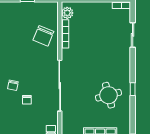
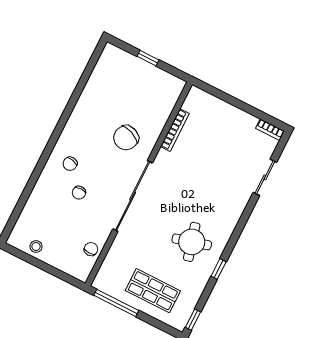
plant: (67, 13) -> (192, 103), removed
chair: (43, 36) -> (126, 138), moved
window: (133, 89) -> (219, 269), moved

